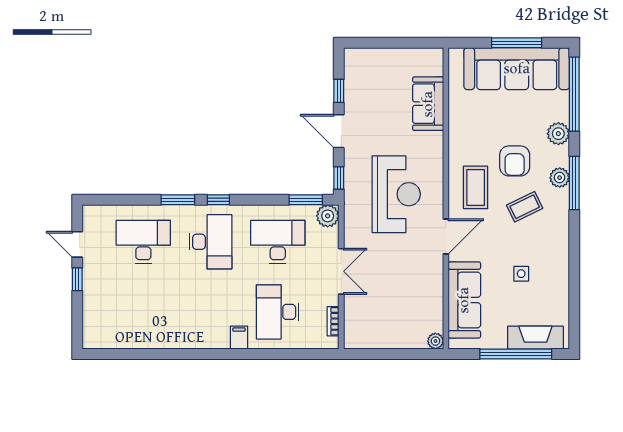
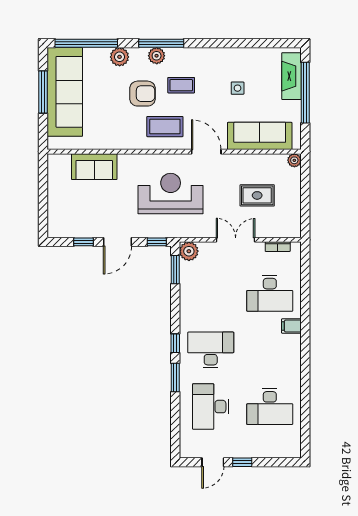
coffee table: (525, 207) -> (181, 85), turned -64
desk: (278, 242) -> (270, 407), moved, turned -90
rug: (394, 297) -> (257, 195), added

